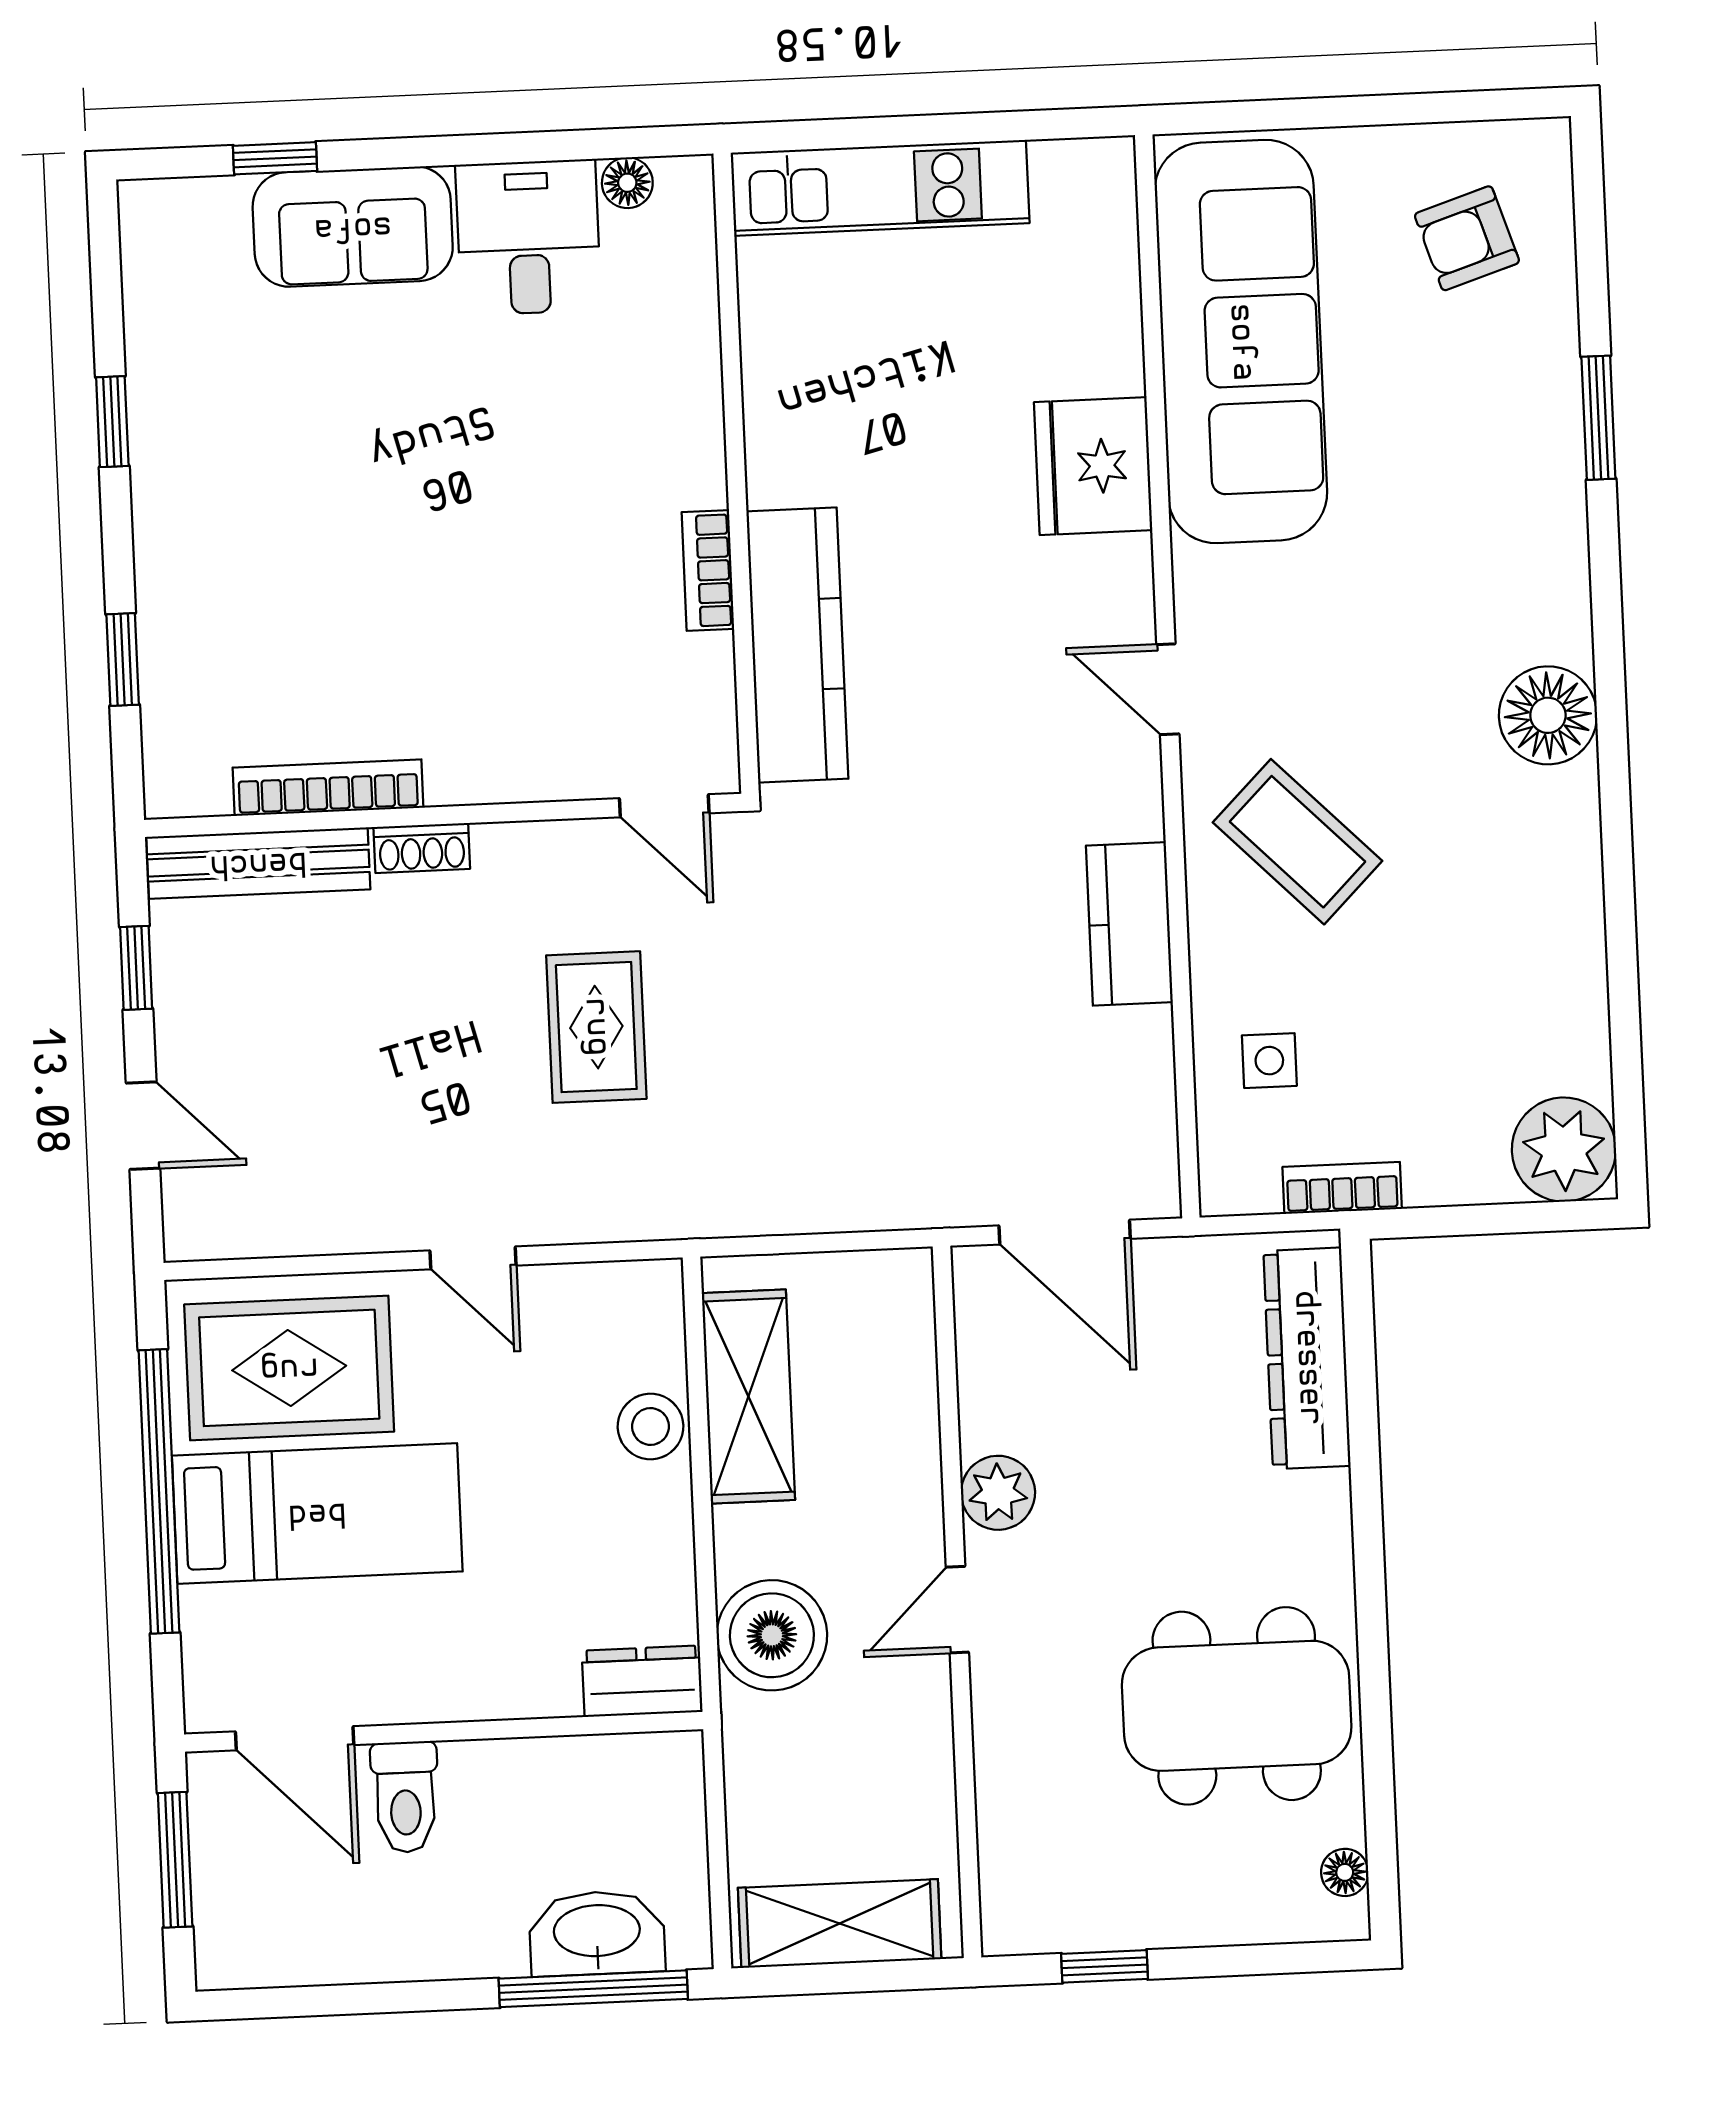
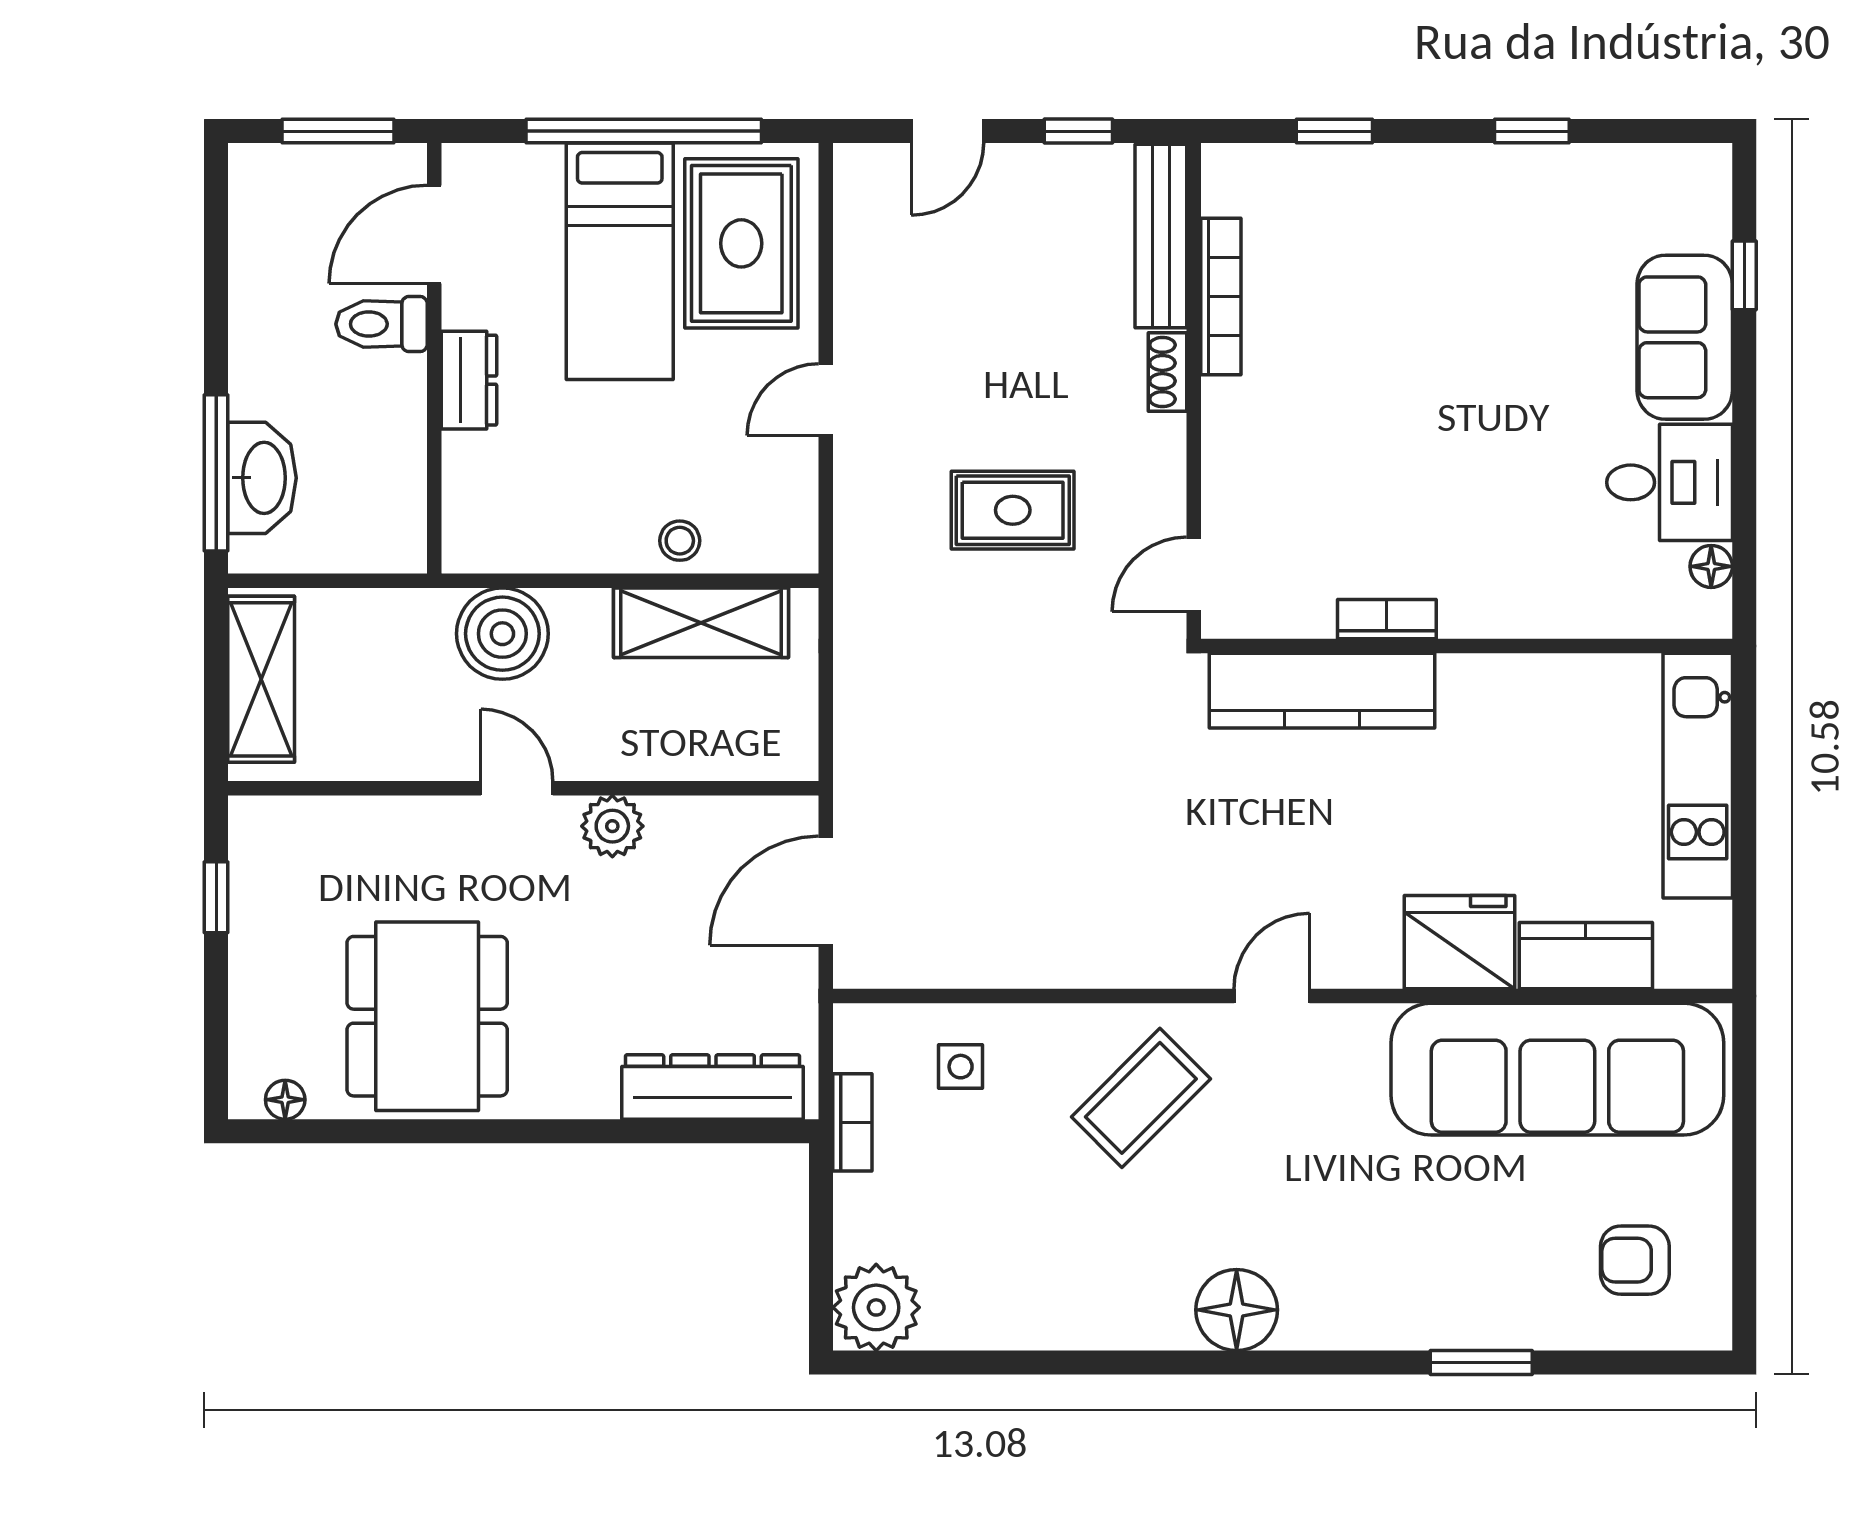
armchair: (1467, 238) -> (1635, 1260), turned -72
kitchen counter: (1129, 924) -> (1586, 956), moved
stool: (651, 1426) -> (680, 541), width x0.73, depth x0.73
dresser: (642, 1681) -> (469, 380), moved

